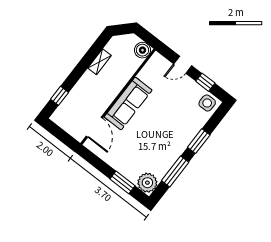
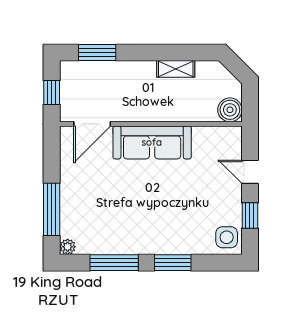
window: (59, 96) -> (97, 53), width x1.50
window: (62, 135) -> (52, 92), added
window: (122, 182) -> (52, 209), width x1.44
plant: (147, 183) -> (68, 247), width x0.53, depth x0.53

